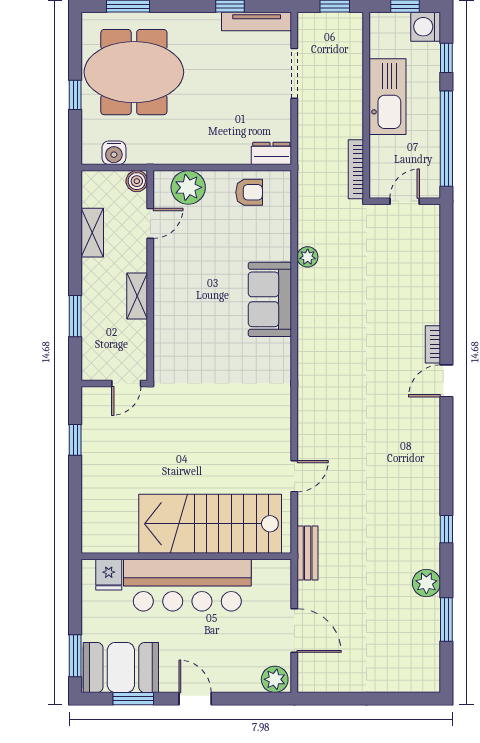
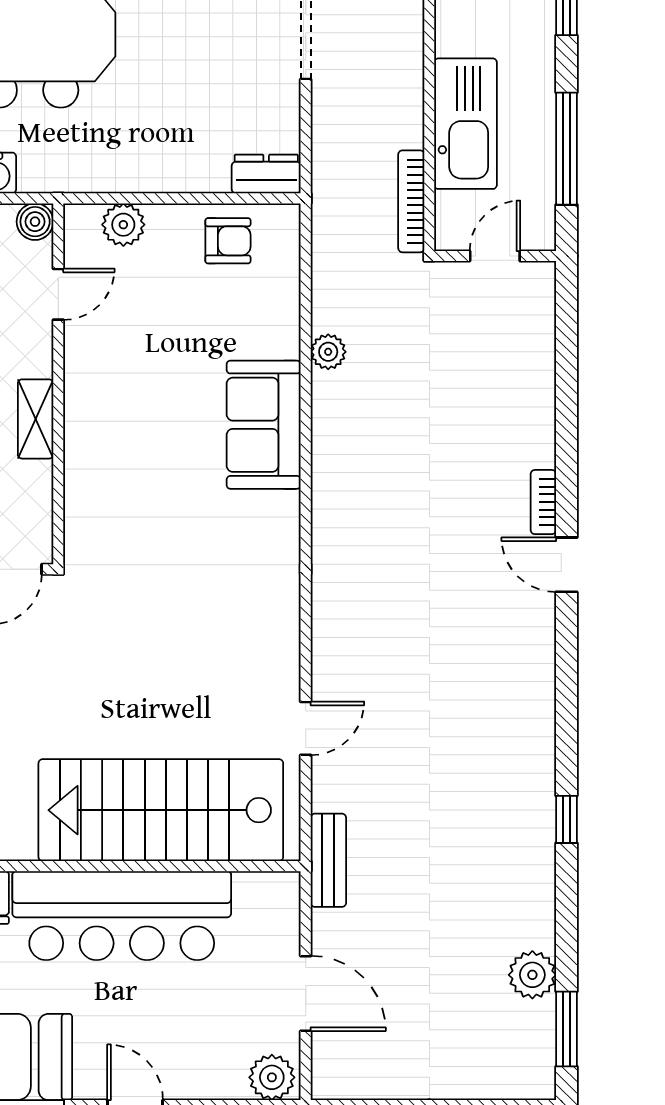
kitchen sink: (387, 97) -> (466, 124), moved
window: (446, 139) -> (567, 149), width x0.68
plant: (188, 187) -> (123, 225), width x0.73, depth x0.73
door: (446, 381) -> (567, 565), hinge flipped
plant: (426, 583) -> (532, 975), moved
window: (446, 619) -> (567, 1029), moved

